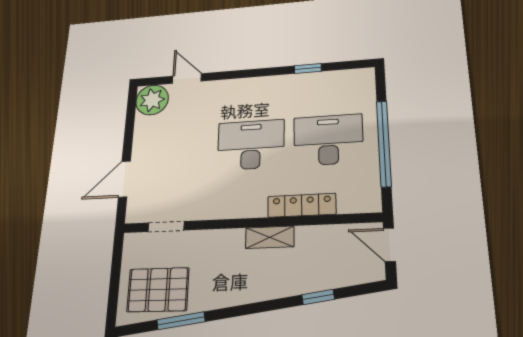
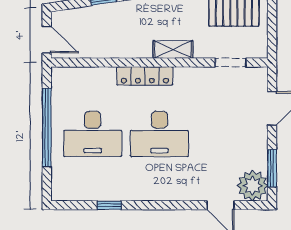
window: (130, 119) -> (272, 168), added
locker: (302, 205) -> (145, 76), moved
shelving: (270, 237) -> (173, 49), moved

